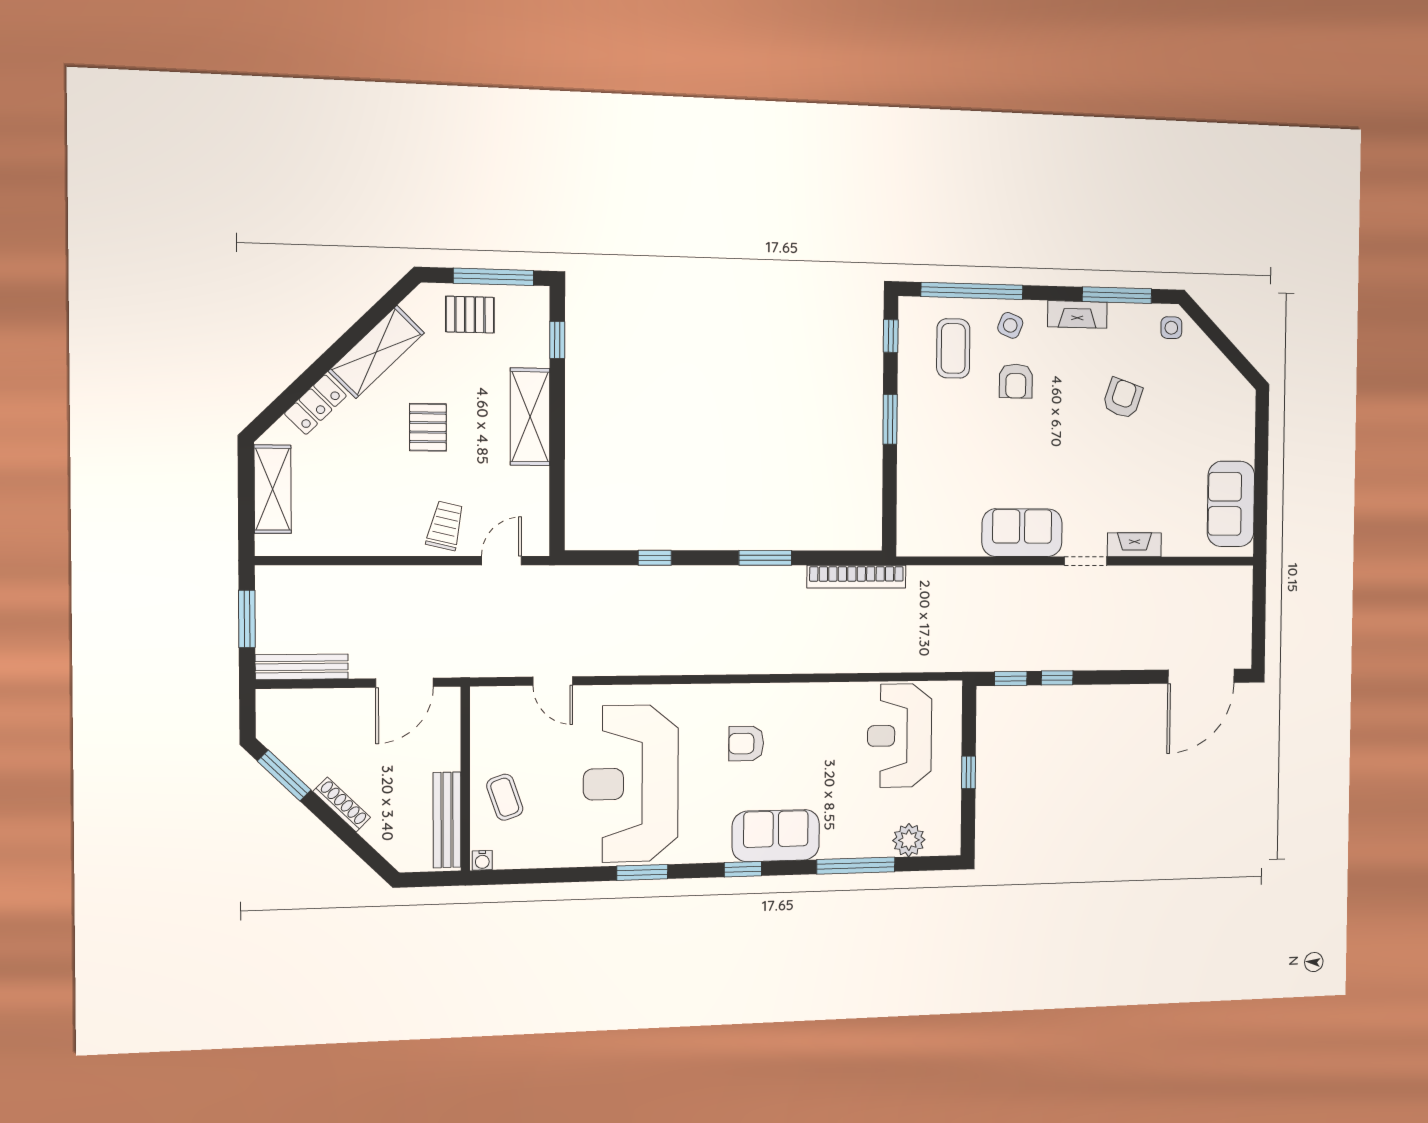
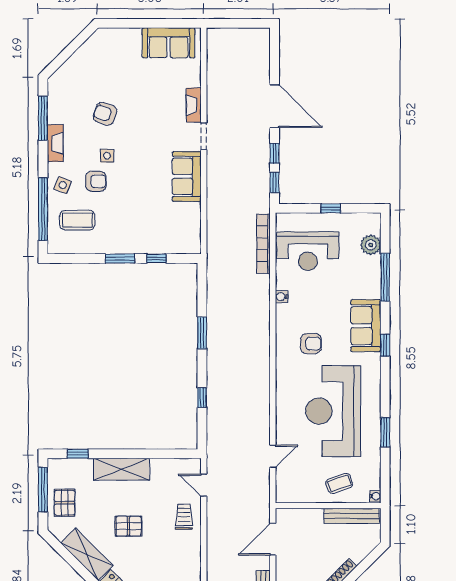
side table: (1171, 328) -> (107, 156), moved
window: (891, 336) -> (157, 258), moved
trolley: (445, 526) -> (184, 517), turned 77
bookcase: (857, 577) -> (263, 244), moved, turned 180
door: (1201, 676) -> (275, 106), moved
door: (404, 683) -> (273, 539), swing flipped
water cooler: (825, 693) -> (282, 297), added
armchair: (746, 743) -> (311, 344), turned -90
reception desk: (631, 784) -> (333, 411), turned 90
window: (642, 872) -> (385, 432), moved

